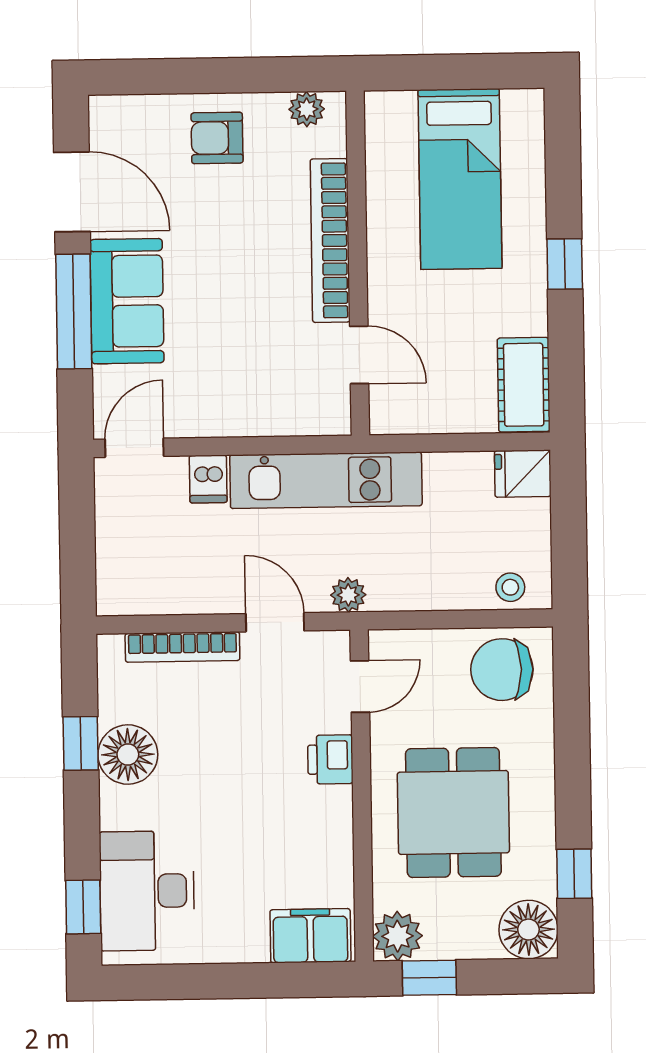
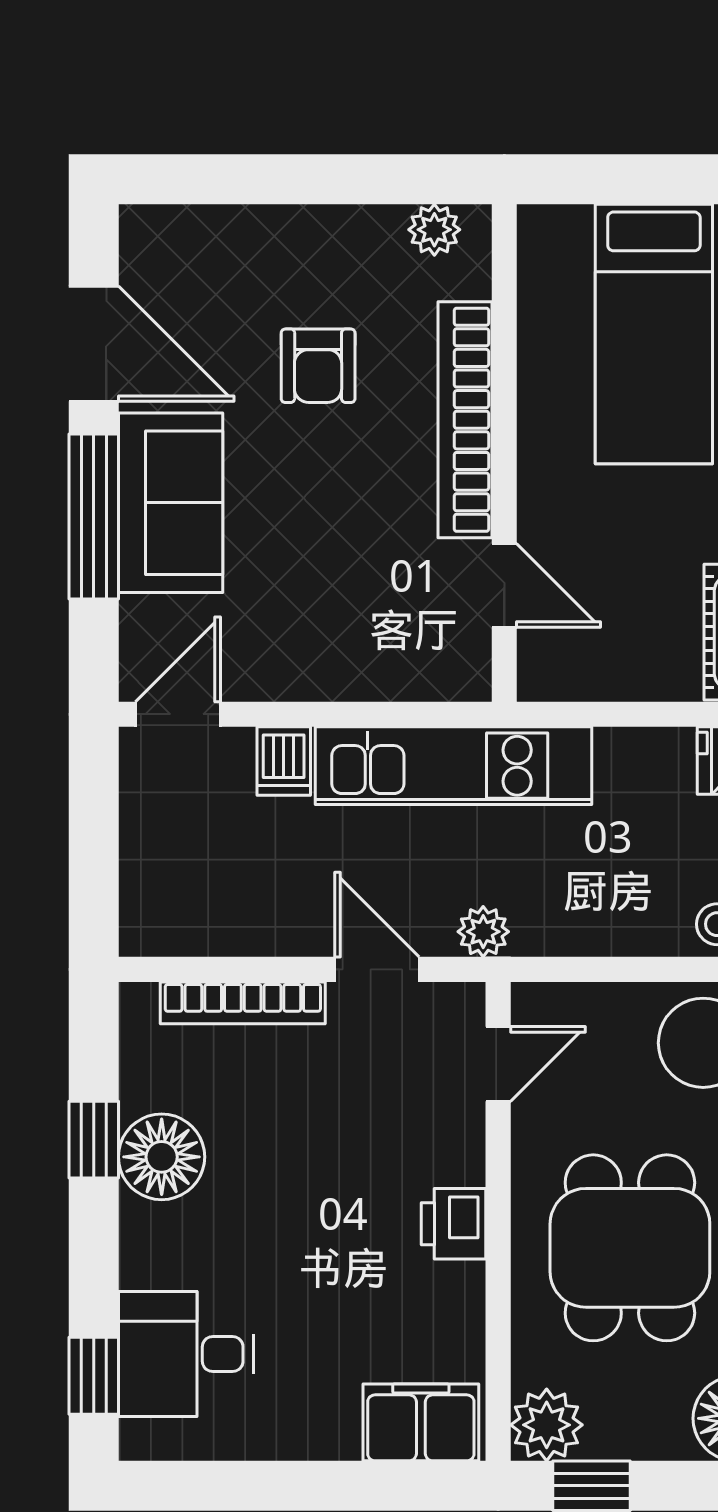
armchair: (217, 138) -> (318, 366), moved, turned -90
printer: (330, 759) -> (454, 1224), moved
desk: (147, 891) -> (186, 1354), width x0.73

